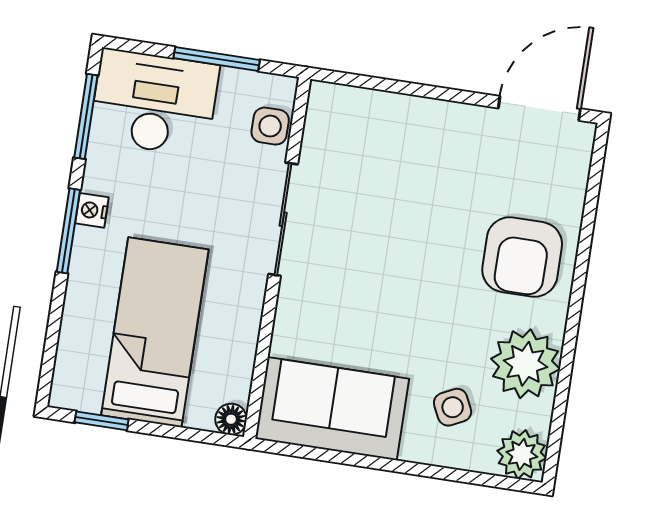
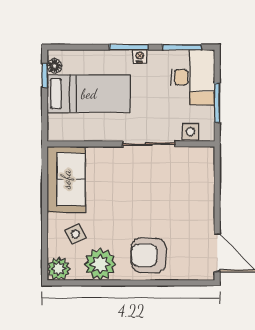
floor lamp: (231, 419) -> (54, 66), moved

